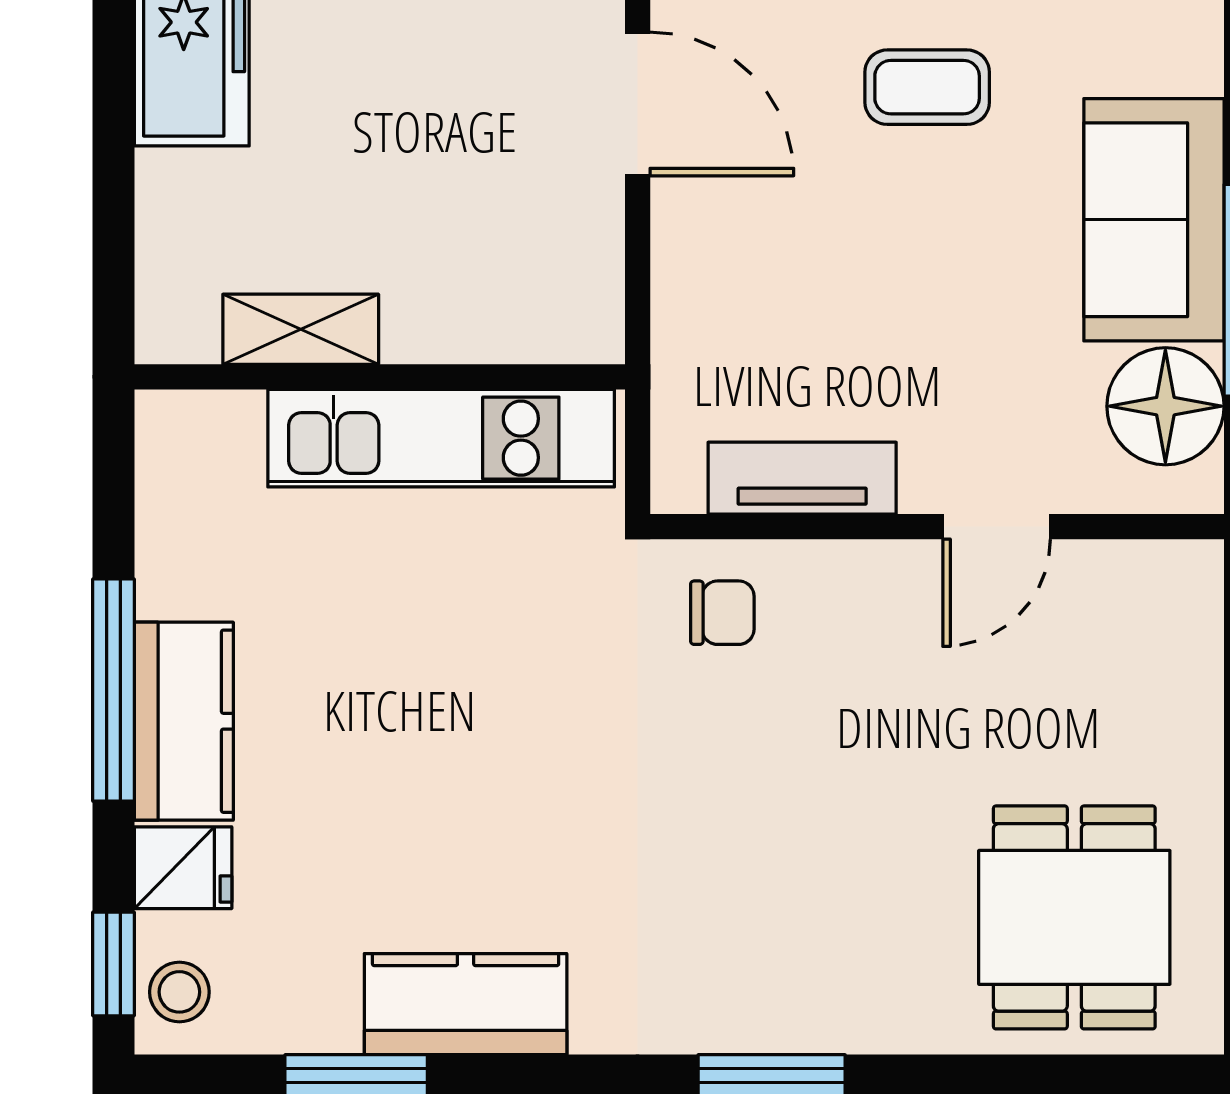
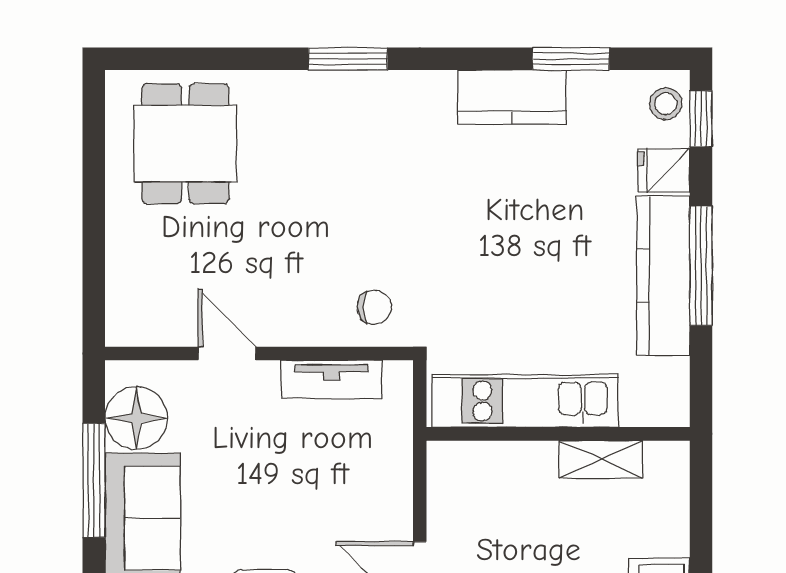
door: (997, 527) -> (227, 353), hinge flipped
chair: (722, 613) -> (374, 307), turned 180
kitchen counter: (184, 721) -> (663, 276), width x1.50

